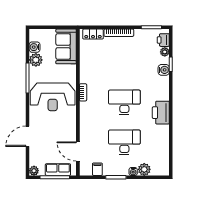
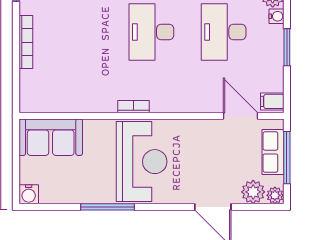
locker: (93, 34) -> (28, 89), removed
water cooler: (35, 47) -> (29, 194), moved
plant: (36, 60) -> (253, 192), moved
door: (78, 152) -> (240, 116), swing flipped
filing cabinet: (97, 169) -> (272, 101), moved

